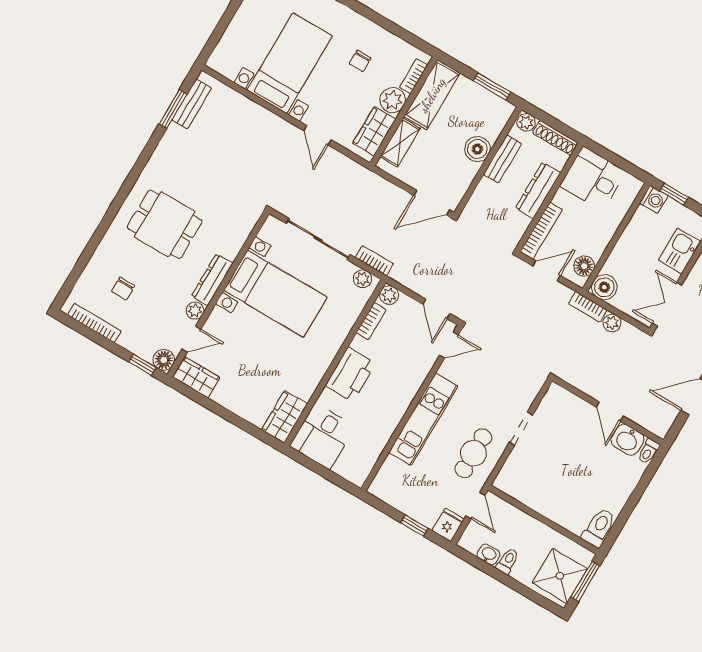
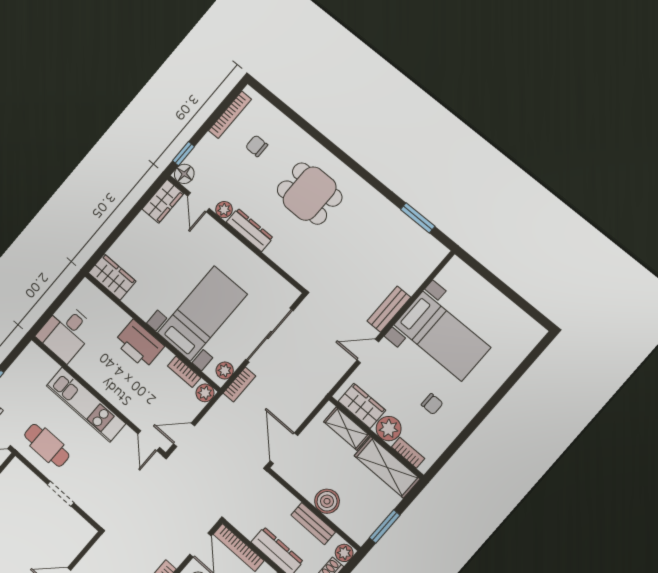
chair: (360, 61) -> (432, 404), turned 180
bench: (192, 104) -> (389, 309), moved, turned 90
dining table: (165, 224) -> (310, 194), turned 90
bed with nightstands: (275, 294) -> (202, 314), moved, turned 180
desk: (322, 436) -> (66, 332), moved, turned -90

